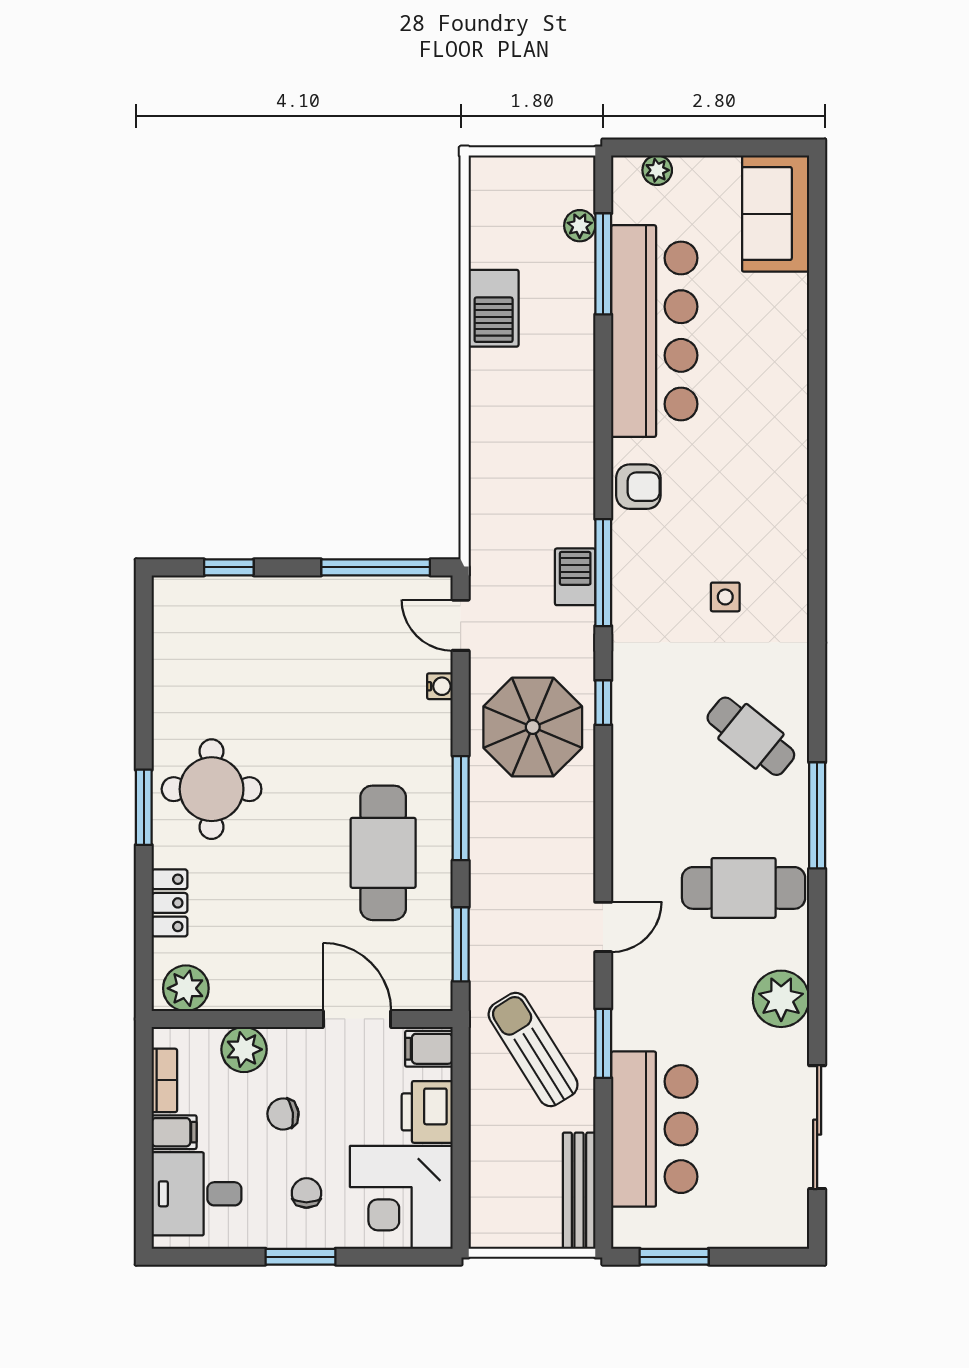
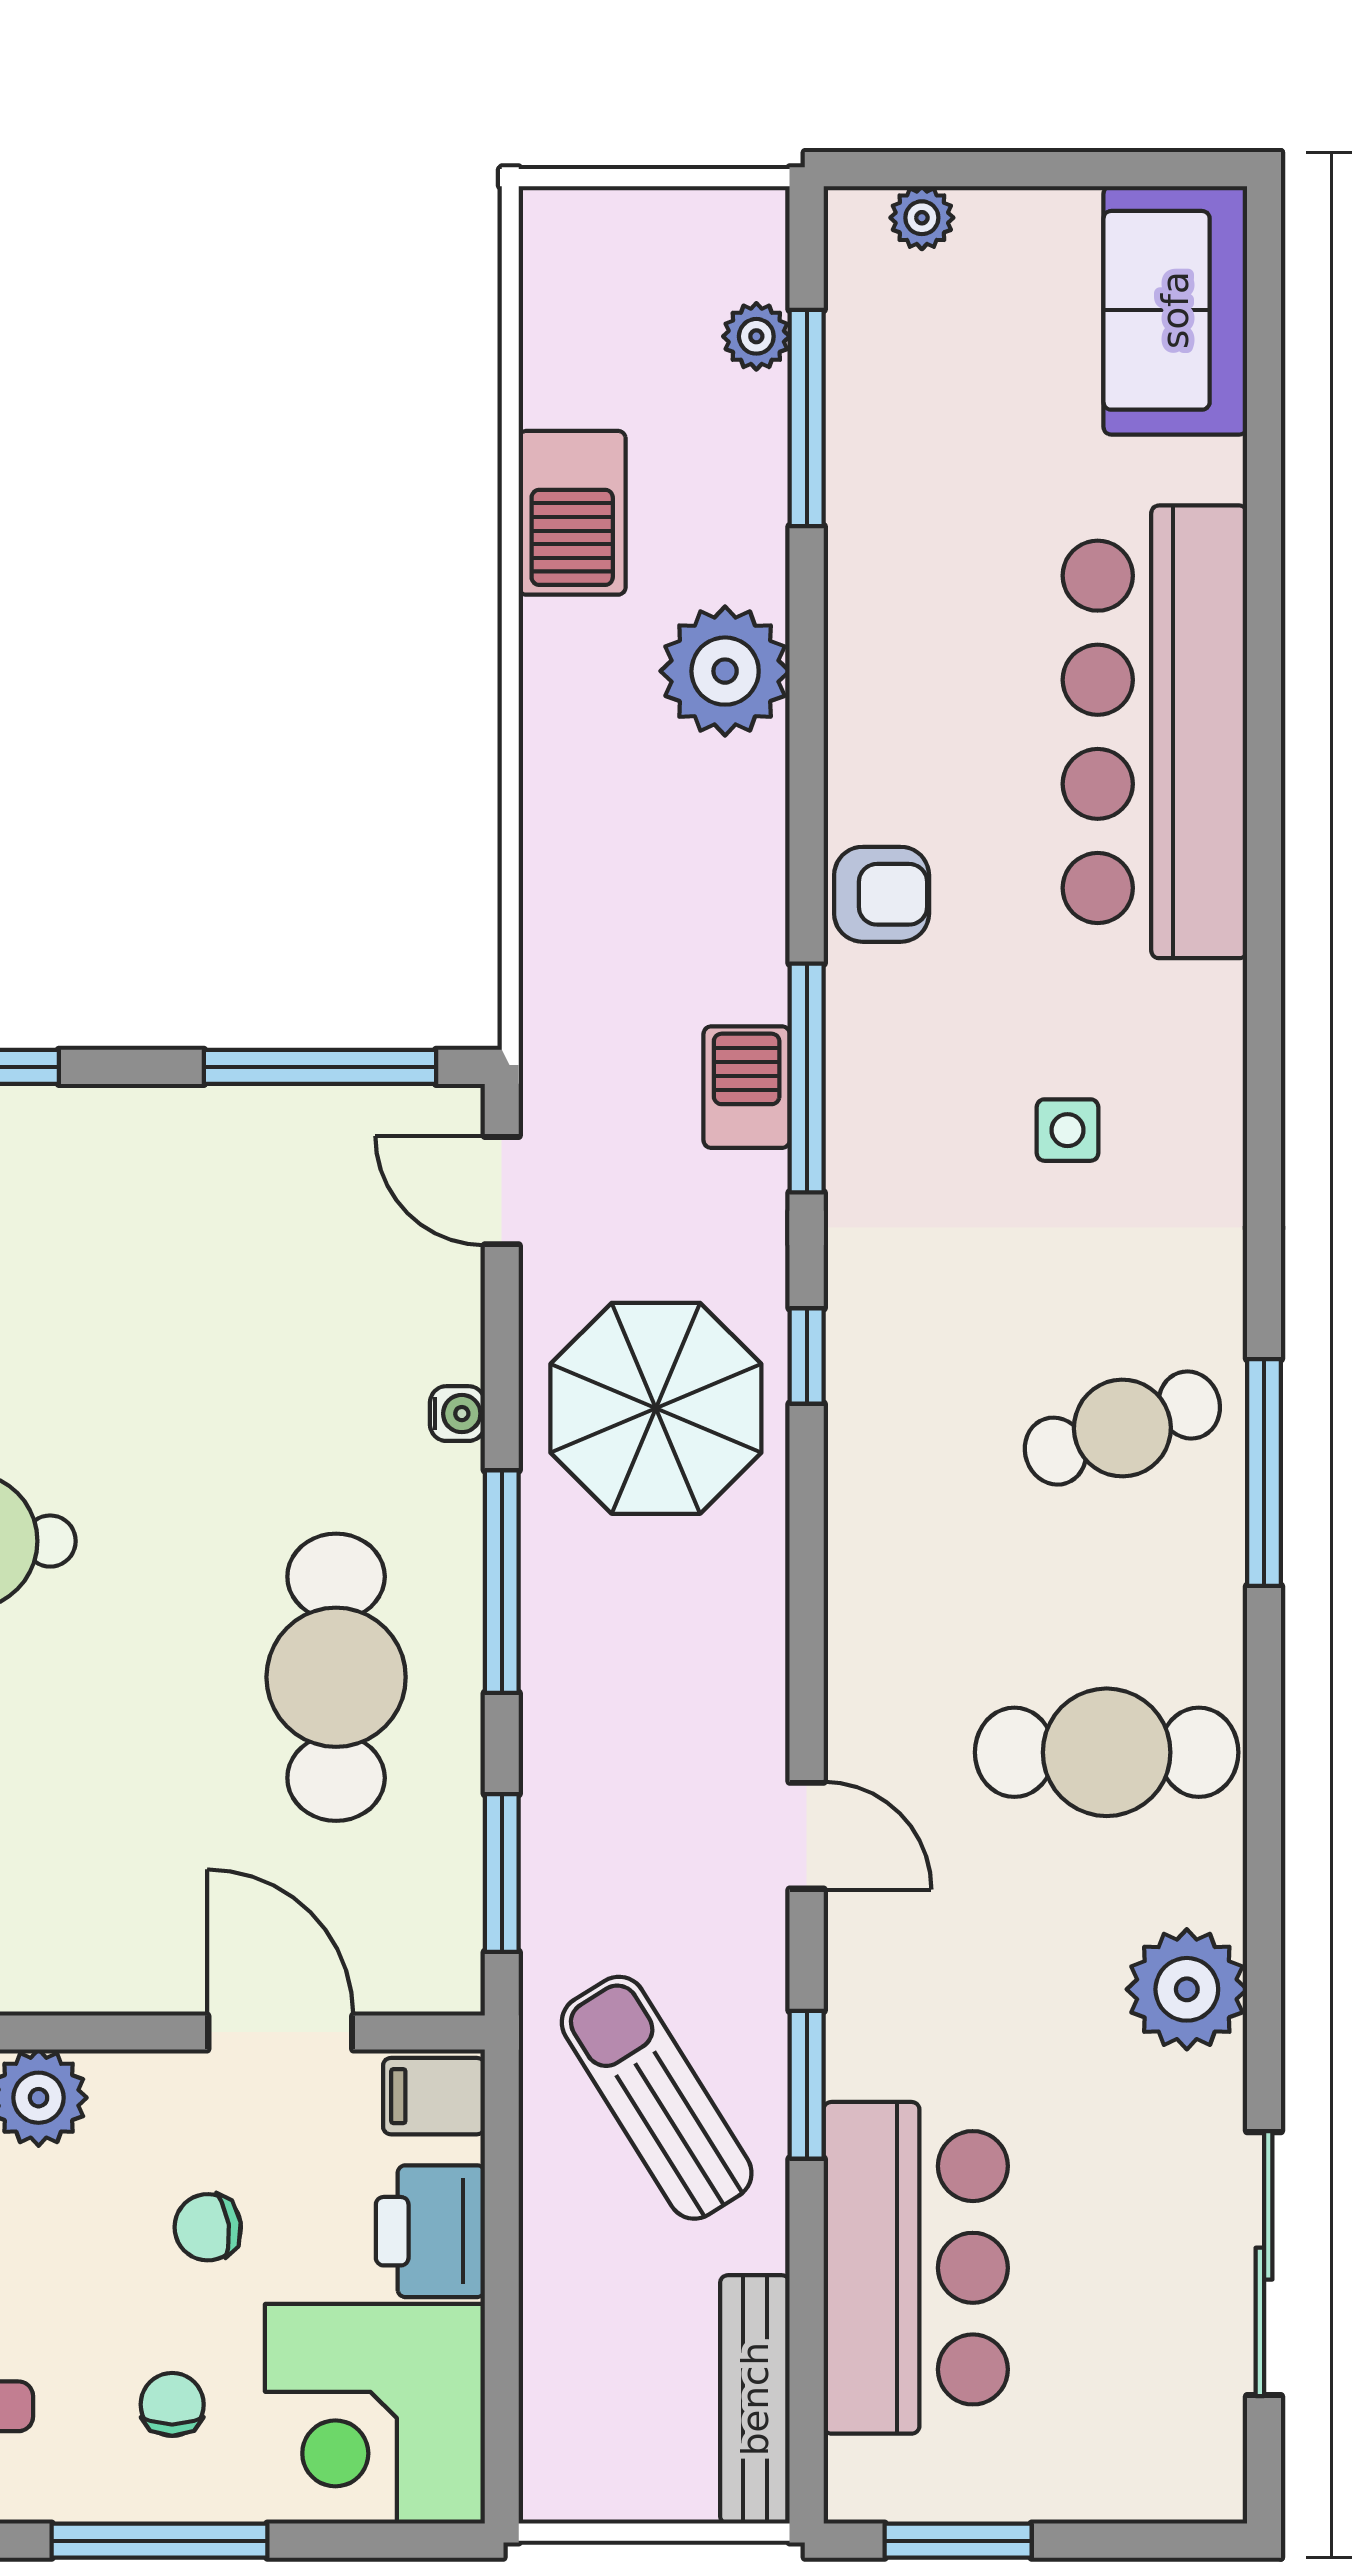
bar counter: (654, 331) -> (1155, 732), moved, turned 180
plant: (565, 382) -> (725, 671), added
water cooler: (440, 686) -> (457, 1414), moved
cafe table: (751, 736) -> (1122, 1428), turned -58
window: (817, 815) -> (1264, 1473), moved
door: (603, 927) -> (807, 1836), hinge flipped
chair: (283, 1114) -> (208, 2227), moved
window: (301, 1257) -> (159, 2541), width x1.44

